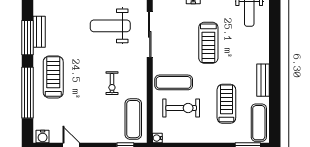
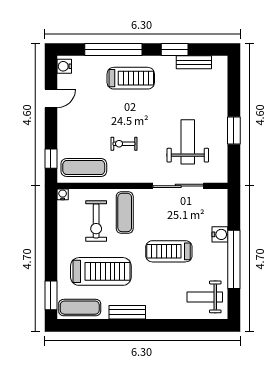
bench: (39, 32) -> (194, 62), moved
window: (28, 38) -> (175, 49), width x0.69
treadmill: (226, 104) -> (101, 271), width x1.37, depth x1.38

